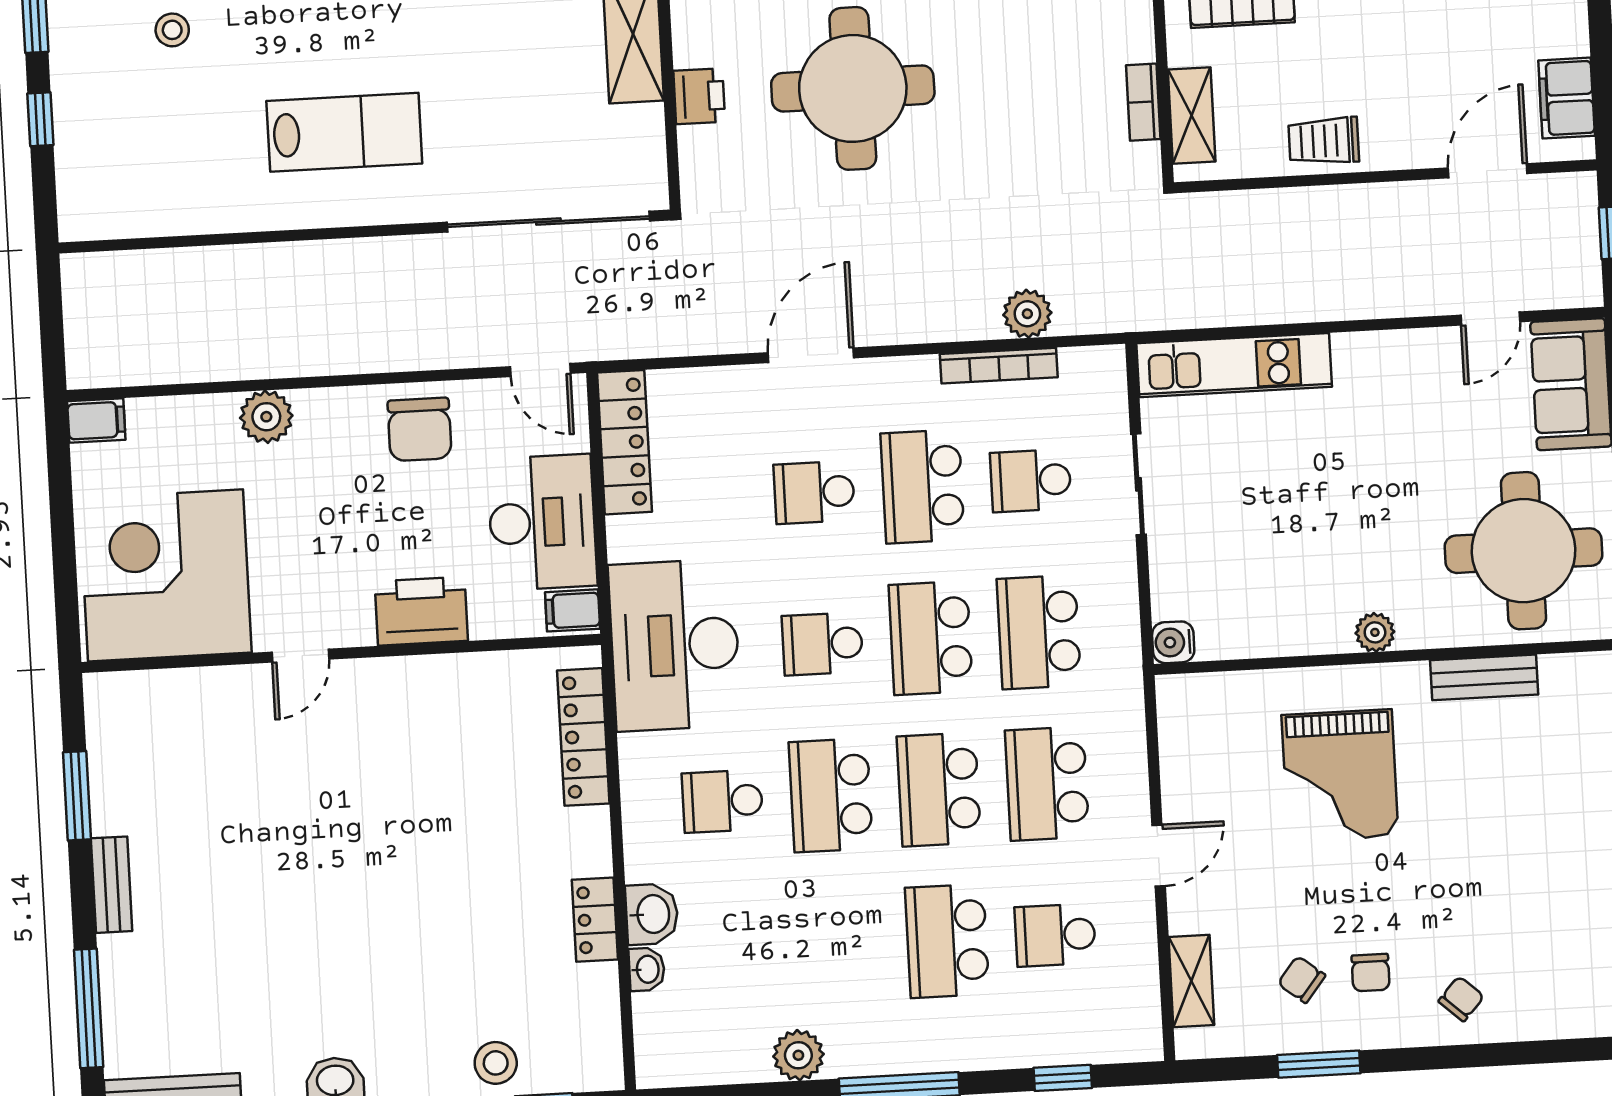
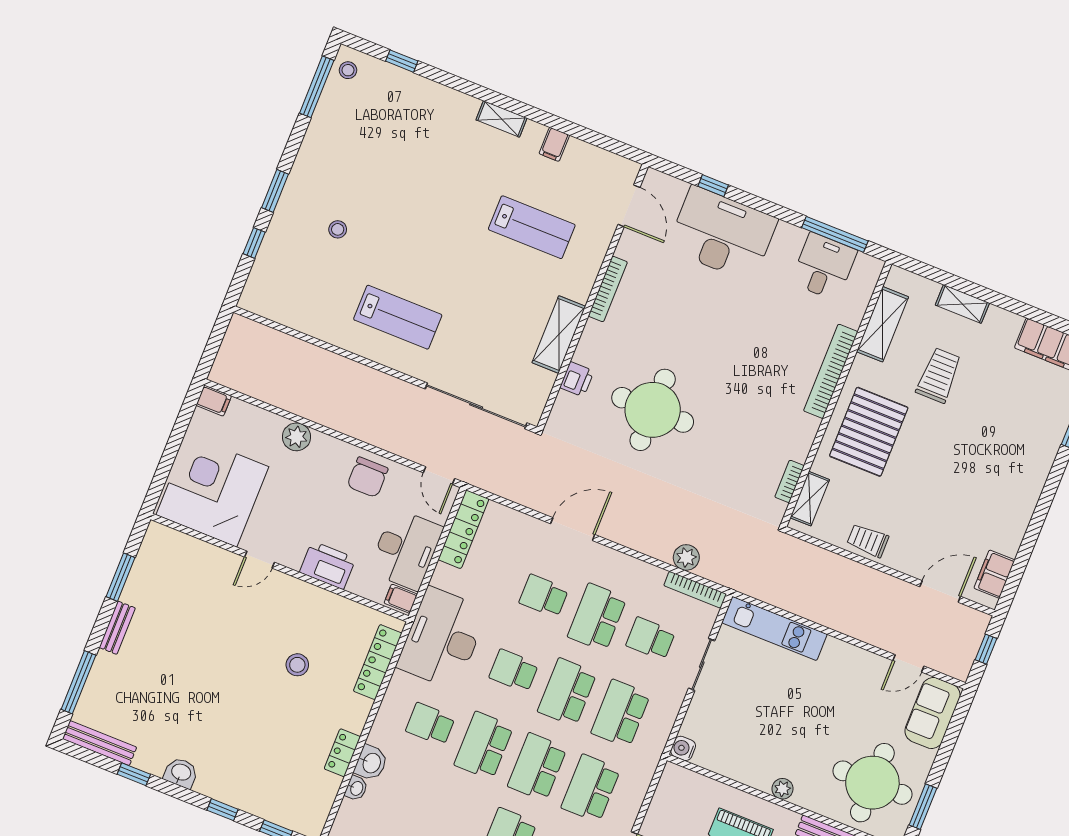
bookcase: (999, 366) -> (695, 590), moved
stool: (496, 1063) -> (297, 665), moved

